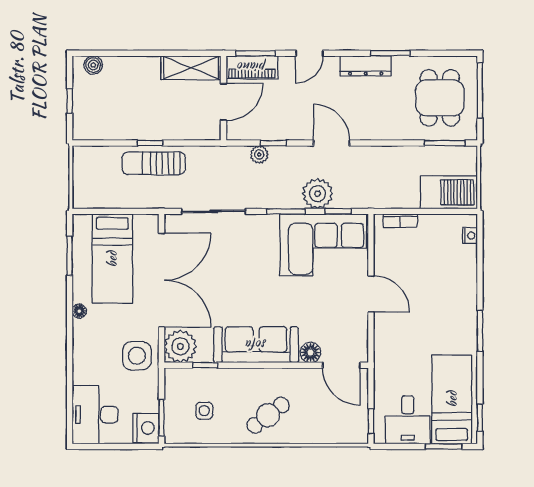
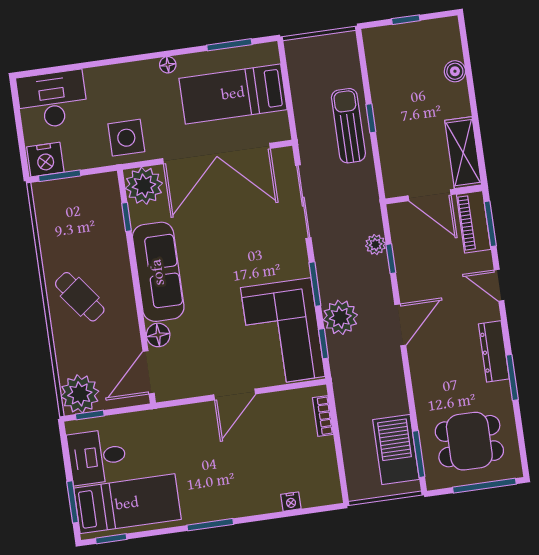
boiler: (93, 65) -> (455, 71), moved
barbecue: (449, 192) -> (396, 449), moved, turned 180
nightstand: (470, 236) -> (291, 502), moved
side table: (204, 411) -> (75, 223), removed
plant: (352, 427) -> (80, 394), added

